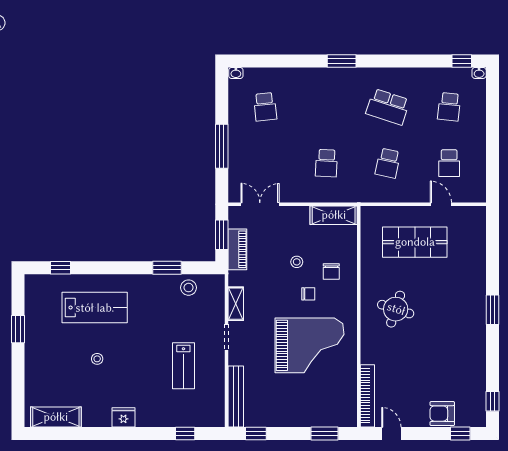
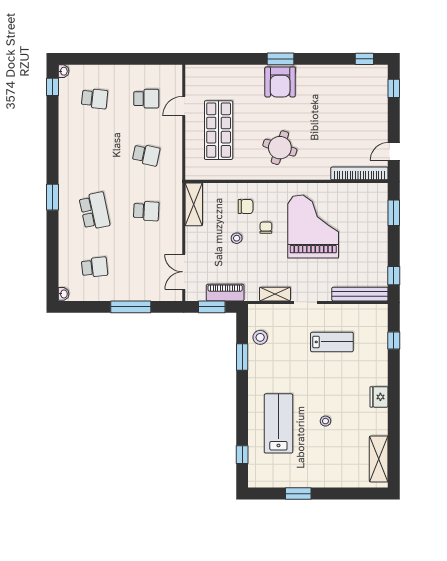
school desk: (388, 107) -> (95, 211), moved, turned -30
armchair: (442, 414) -> (280, 82), moved, width x1.36, depth x1.36

